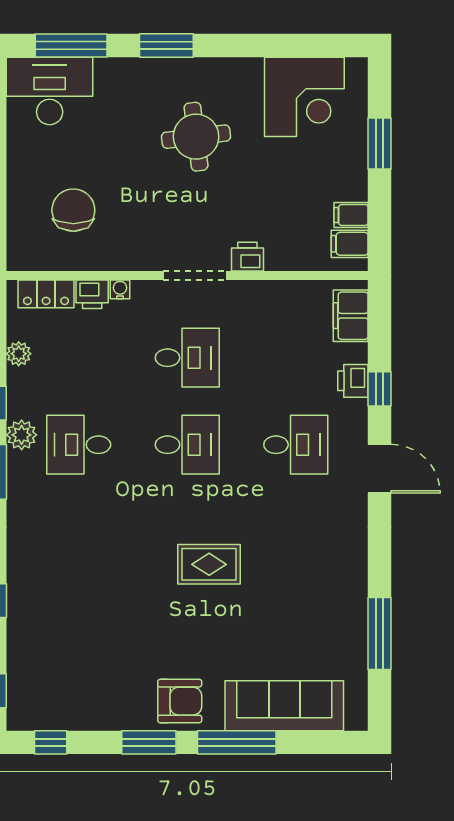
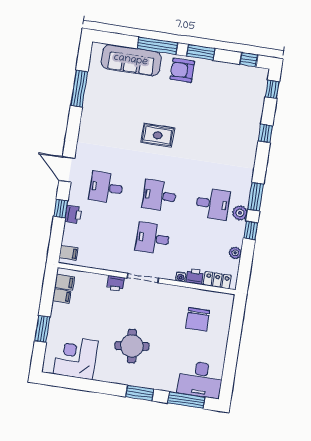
filing cabinet: (351, 316) -> (68, 253), width x0.50

